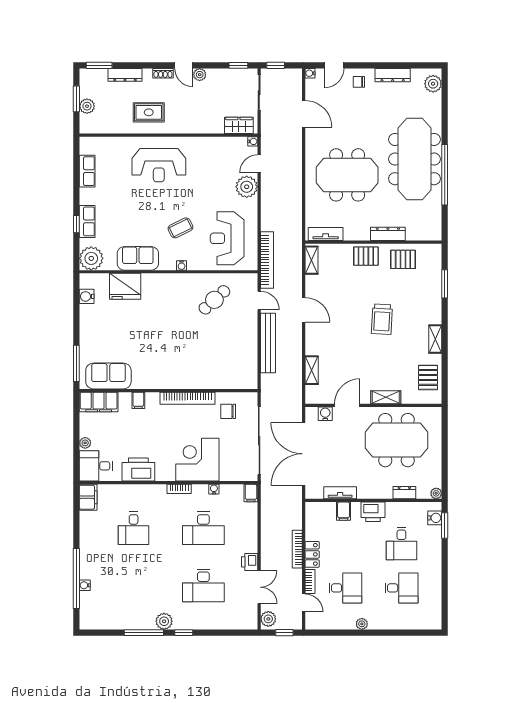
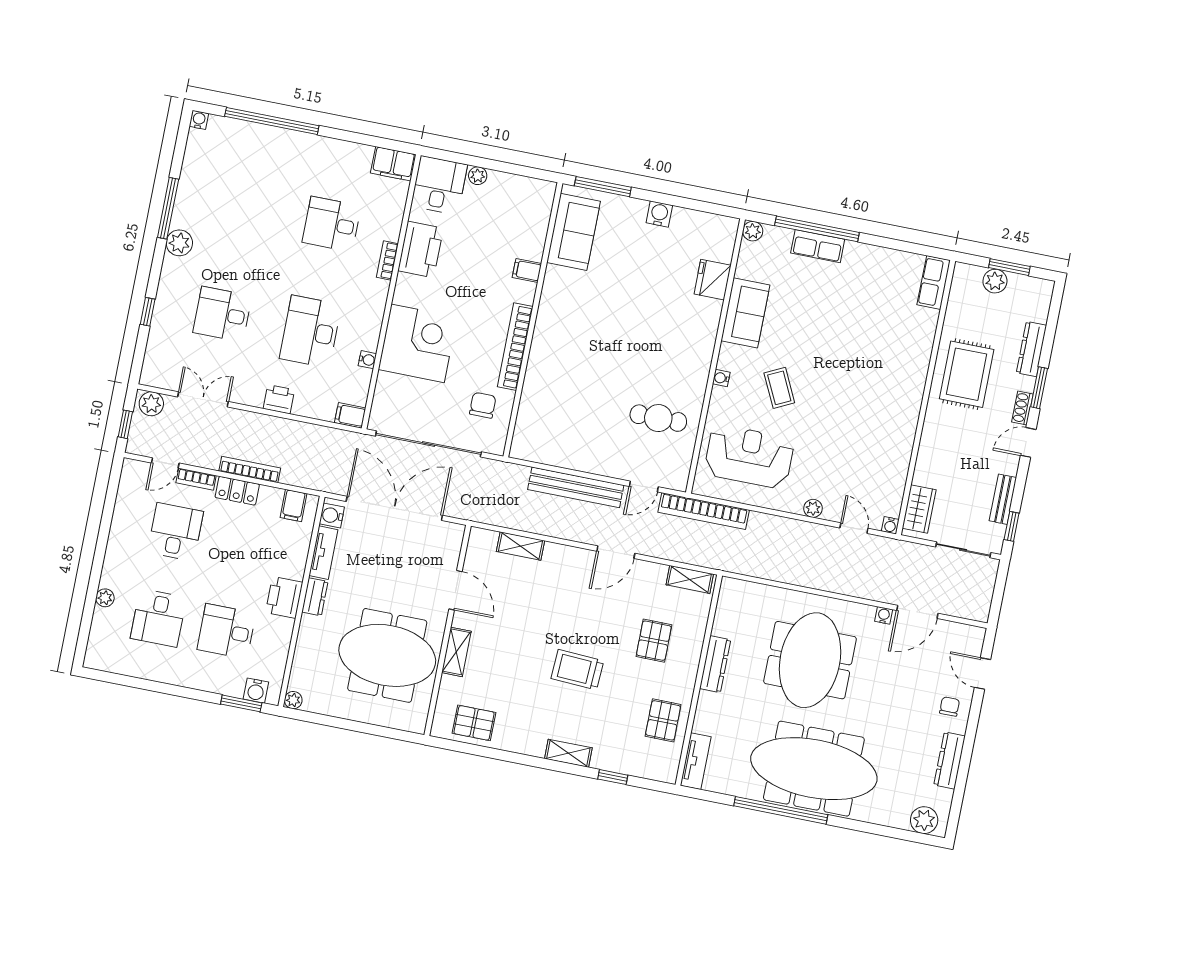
window: (99, 65) -> (1039, 388), moved
window: (276, 65) -> (1000, 584), removed
water cooler: (310, 73) -> (884, 615), moved
bench: (222, 74) -> (1003, 499), added
plant: (200, 75) -> (1009, 464), removed
rug: (149, 112) -> (967, 374), width x1.36, depth x1.43
reception desk: (159, 165) -> (882, 374), removed
row of seats: (87, 171) -> (934, 283), moved, turned 90
plant: (247, 187) -> (813, 508), width x0.53, depth x0.53
window: (76, 224) -> (817, 229), width x3.17
tv unit: (326, 234) -> (696, 761), moved
dresser: (388, 234) -> (715, 664), moved
pallet: (366, 256) -> (654, 641), moved
plant: (91, 258) -> (753, 231), width x0.53, depth x0.53
window: (445, 284) -> (613, 777), width x0.67
fridge: (125, 286) -> (713, 280), width x0.73, depth x0.75
water cooler: (87, 296) -> (659, 214), moved
cafe table: (214, 300) -> (658, 418), turned -48
shelving: (435, 339) -> (568, 753), moved
filing cabinet: (99, 402) -> (536, 209), removed
water cooler: (325, 414) -> (332, 515), moved, turned 180
meeting table: (397, 440) -> (387, 655), turned 90
bookcase: (179, 489) -> (387, 260), moved
dresser: (404, 493) -> (315, 597), moved
filing cabinet: (343, 511) -> (293, 506), moved, turned -90
printer: (250, 562) -> (279, 399), moved
water cooler: (85, 585) -> (199, 120), moved
desk: (203, 585) -> (222, 314), width x0.73
double door: (259, 587) -> (203, 399), swing flipped
desk: (345, 588) -> (175, 532), turned 180
plant: (362, 624) -> (105, 598), moved
window: (184, 633) -> (148, 312), moved

